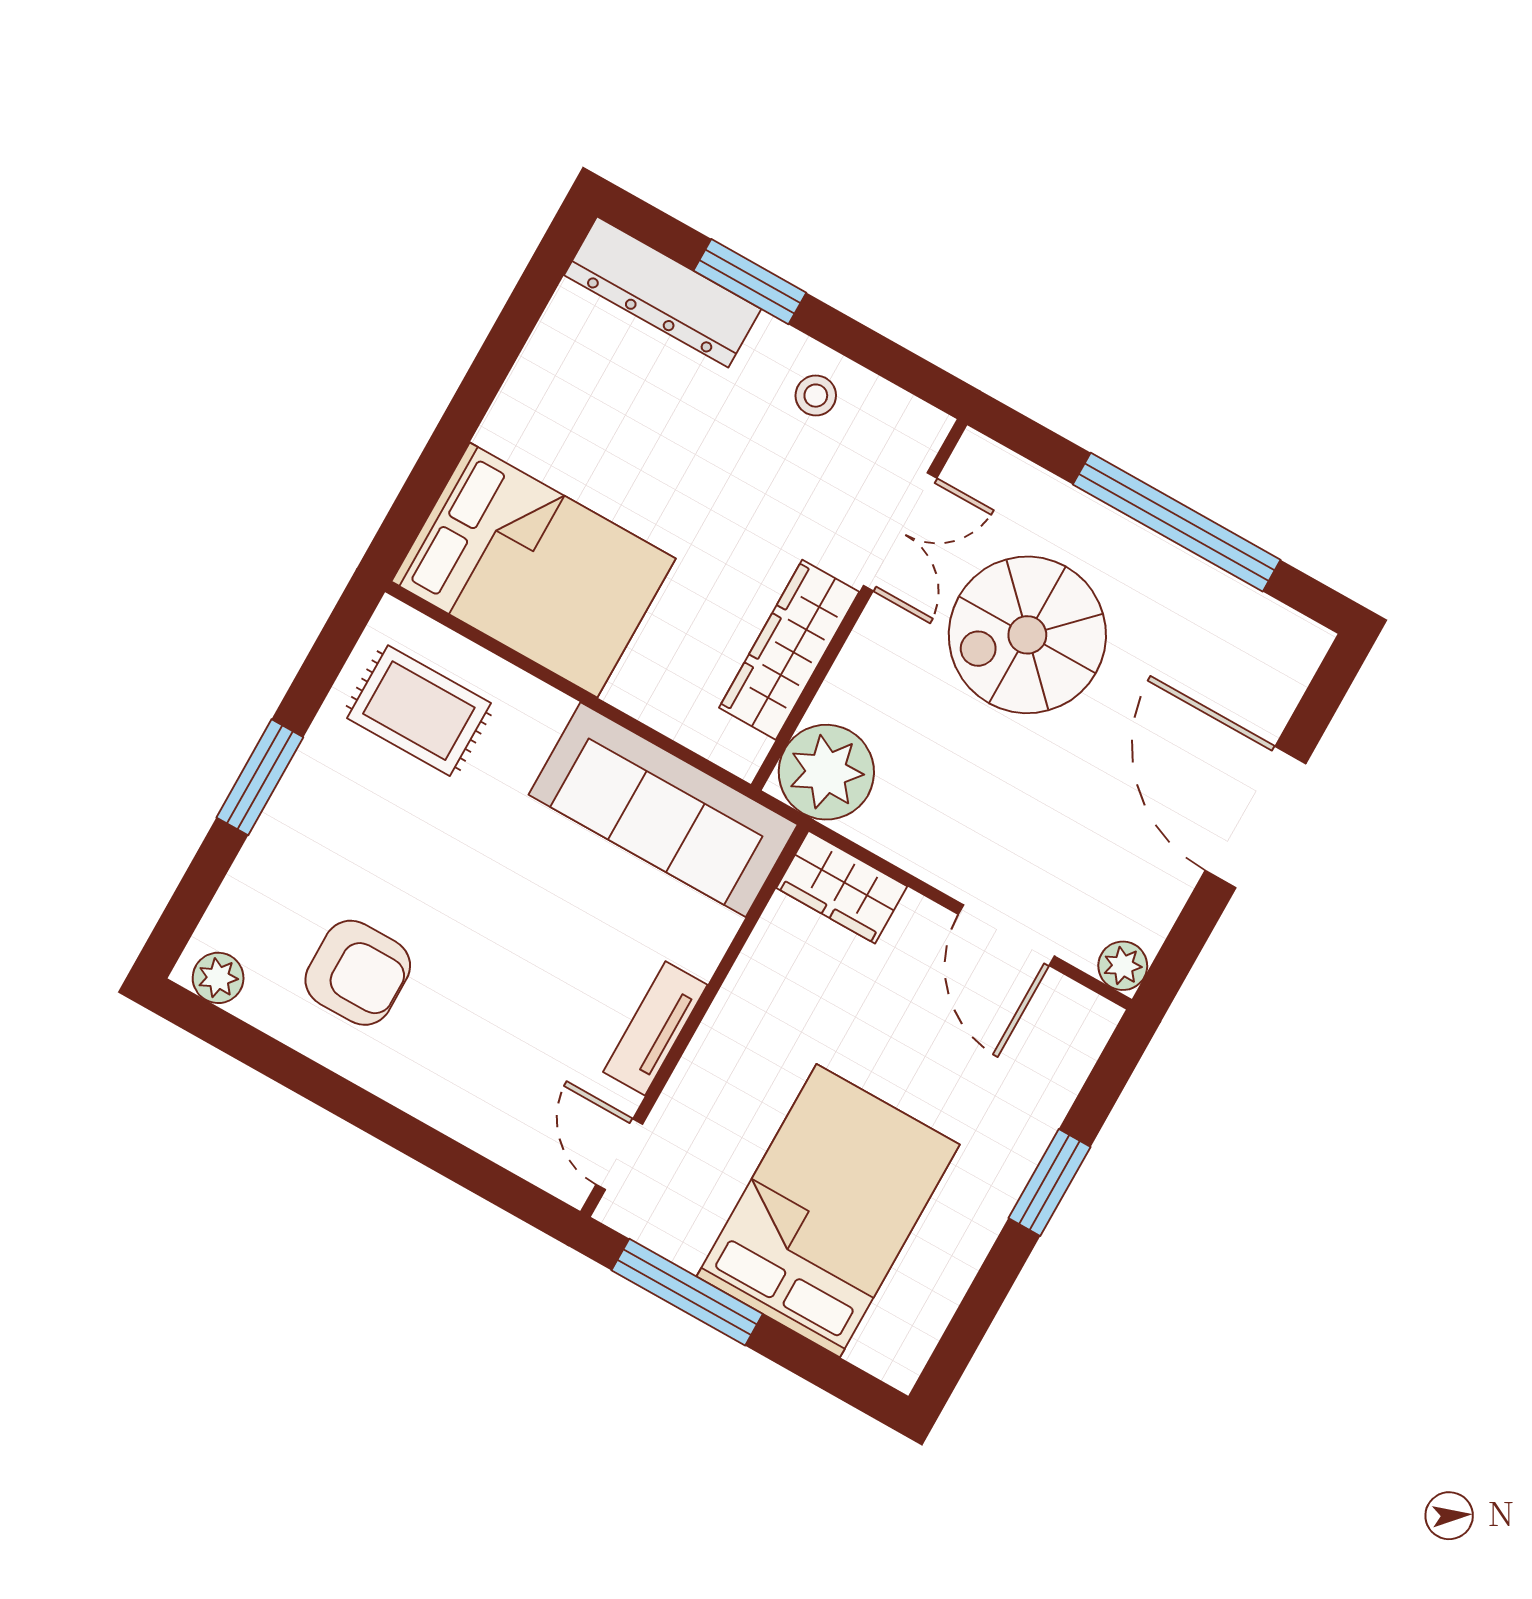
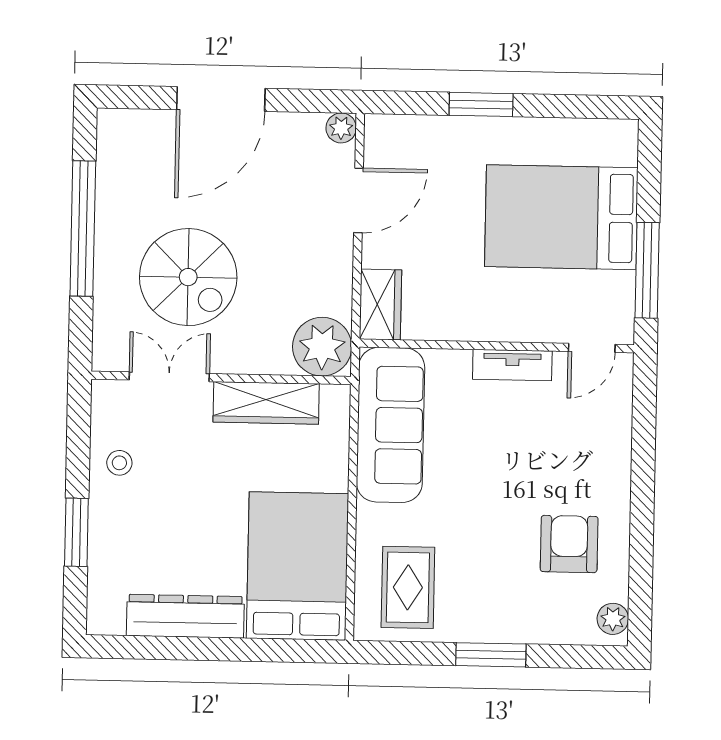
dresser: (663, 292) -> (185, 616), moved, turned -90

